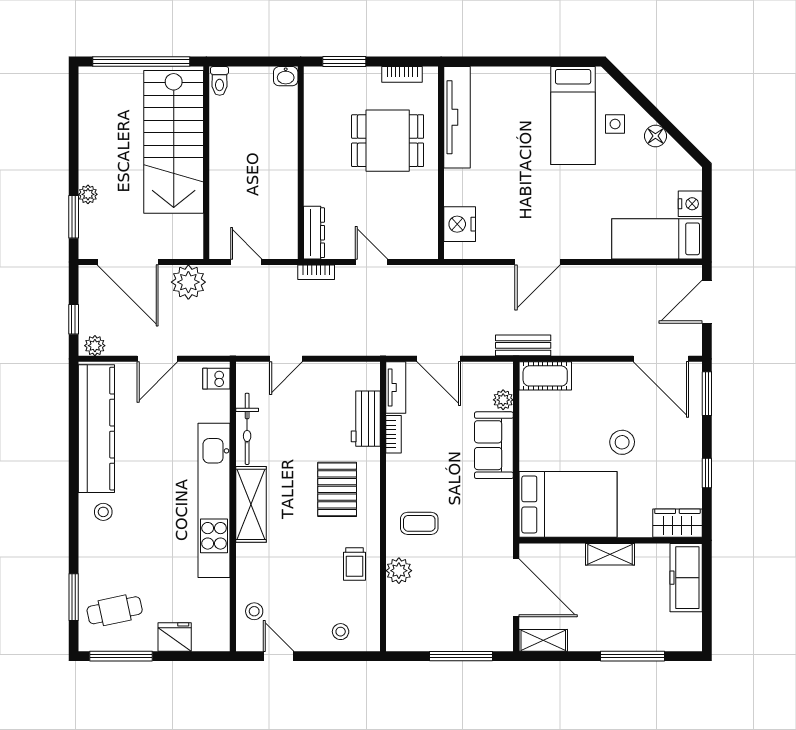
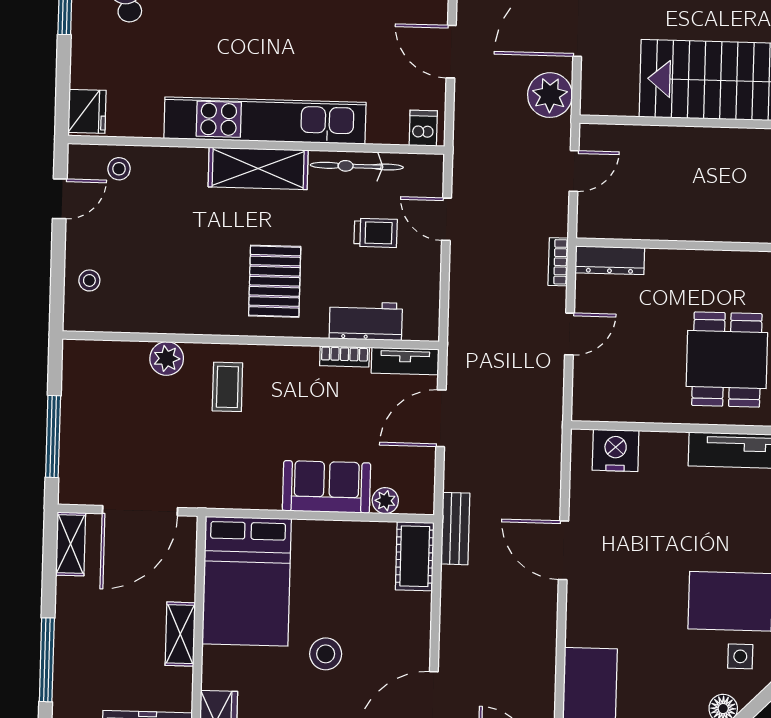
pallet: (337, 489) -> (275, 281), turned 90
trolley: (354, 564) -> (376, 233), moved, turned 180
fridge: (175, 637) -> (87, 111), moved

